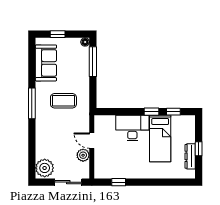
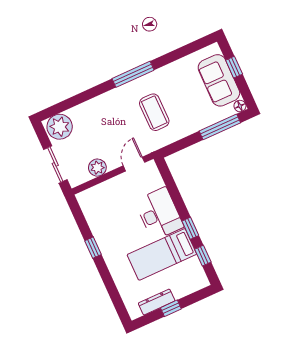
sofa: (46, 63) -> (219, 80), moved, turned 90
door: (92, 141) -> (134, 164), moved
window: (119, 182) -> (93, 248), moved

